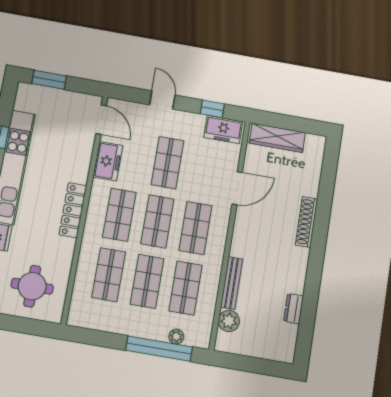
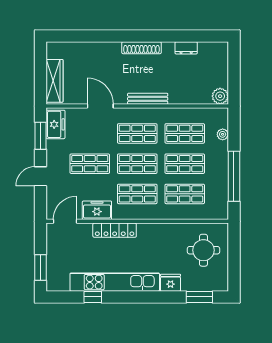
window: (212, 109) -> (41, 136), width x1.50
locker: (73, 210) -> (115, 230), moved
shoe rack: (307, 222) -> (142, 48), moved
bench: (231, 283) -> (148, 99), moved
plant: (229, 321) -> (220, 96), moved
window: (159, 349) -> (234, 176), moved

